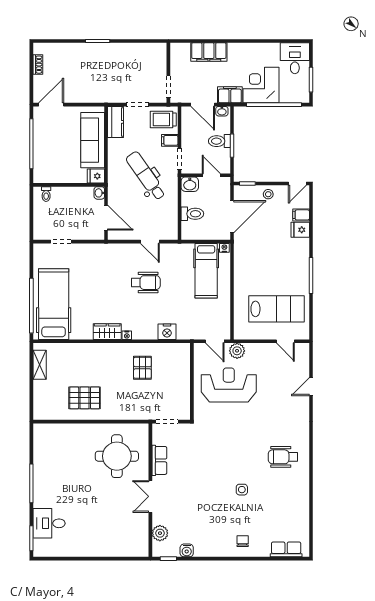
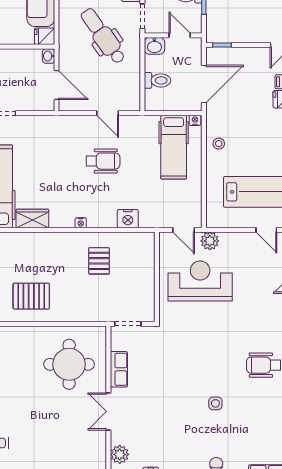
stool: (268, 194) -> (219, 144), moved
wardrobe: (107, 332) -> (32, 218), moved

